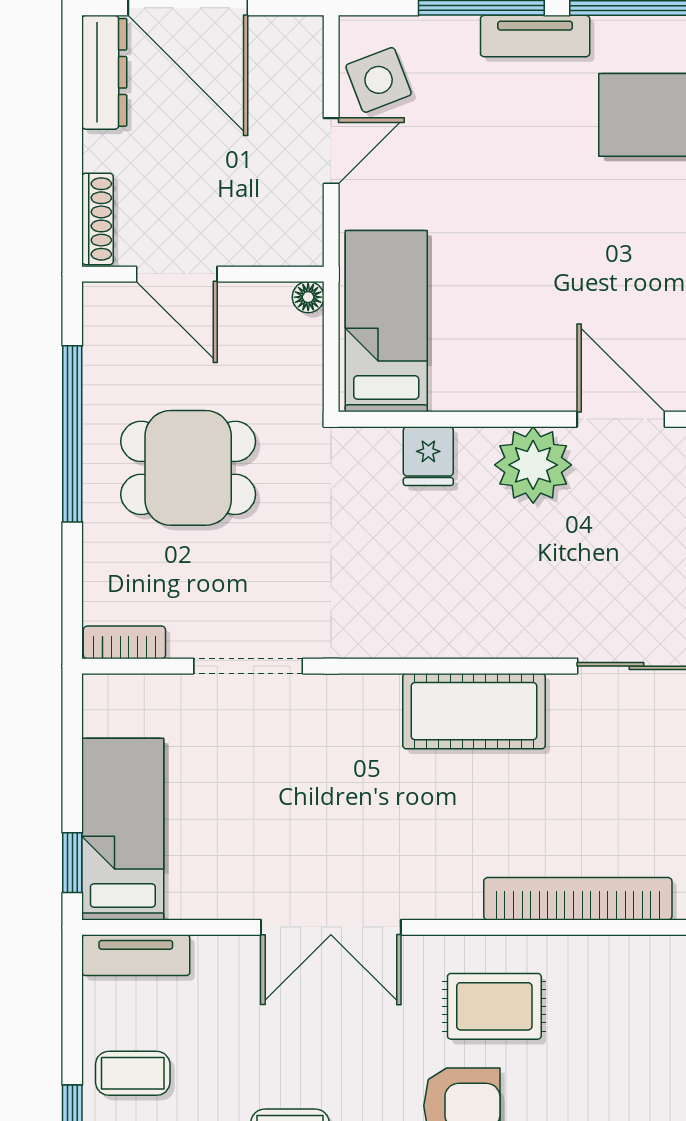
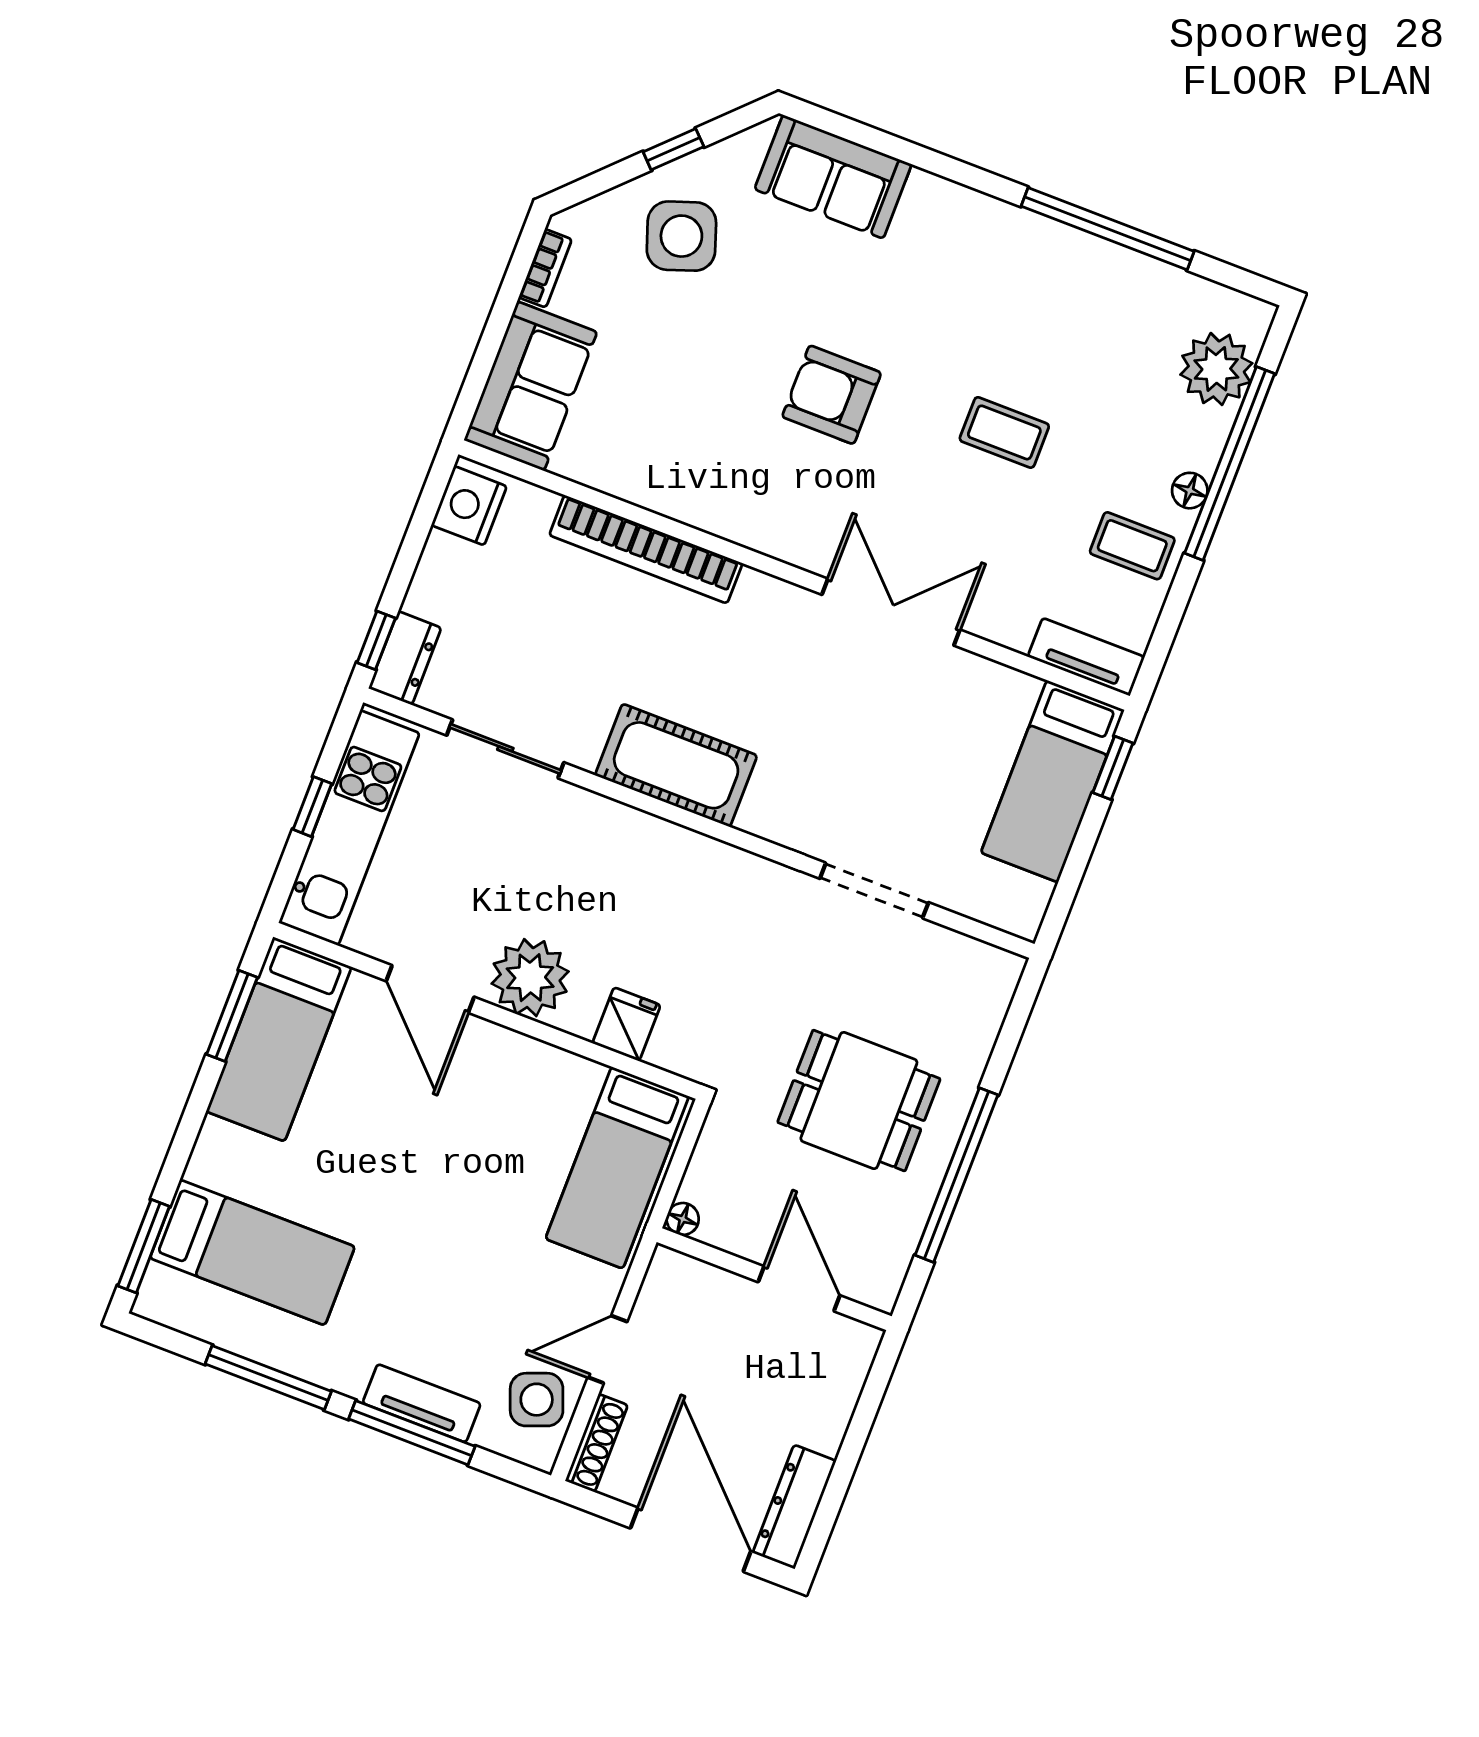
tv unit: (535, 36) -> (422, 1403), moved
shoe rack: (98, 219) -> (597, 1443), moved, turned 180
bookcase: (124, 642) -> (983, 958), removed
rug: (494, 1006) -> (764, 477), removed

